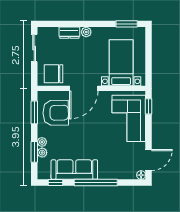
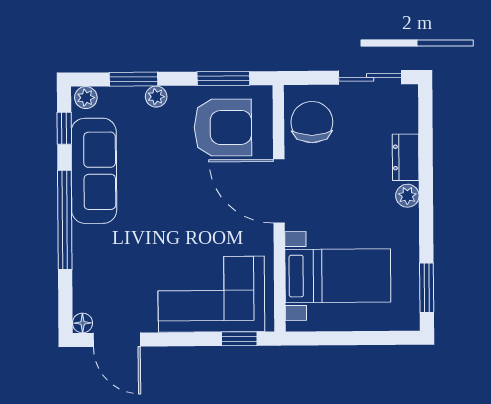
armchair: (56, 113) -> (223, 128), turned -89
plant: (42, 153) -> (86, 98), moved

